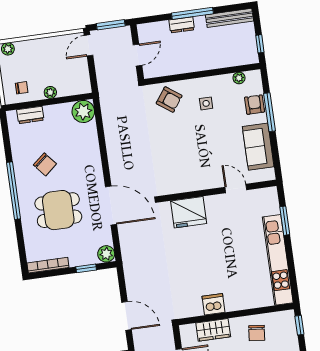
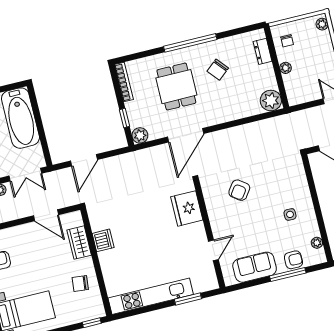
armchair: (169, 99) -> (239, 190), moved

